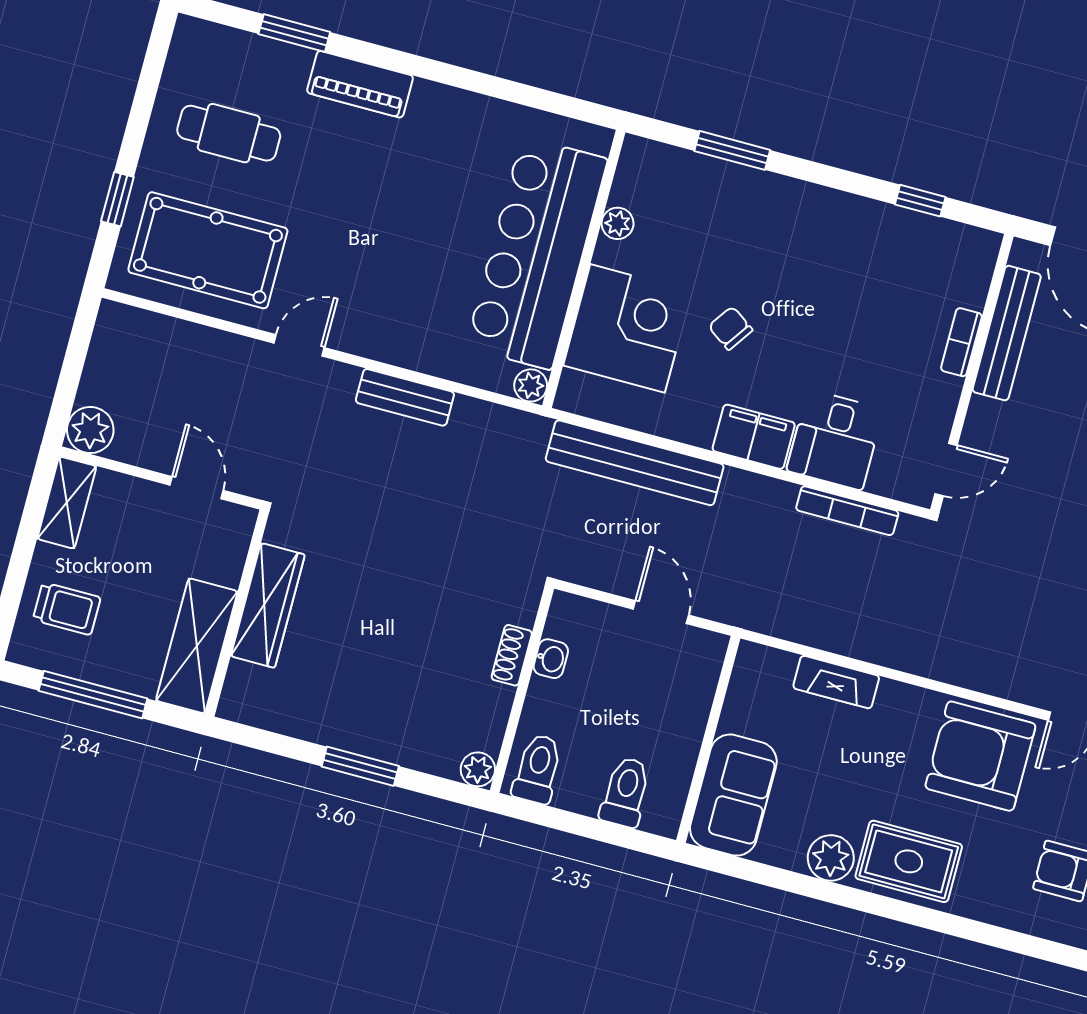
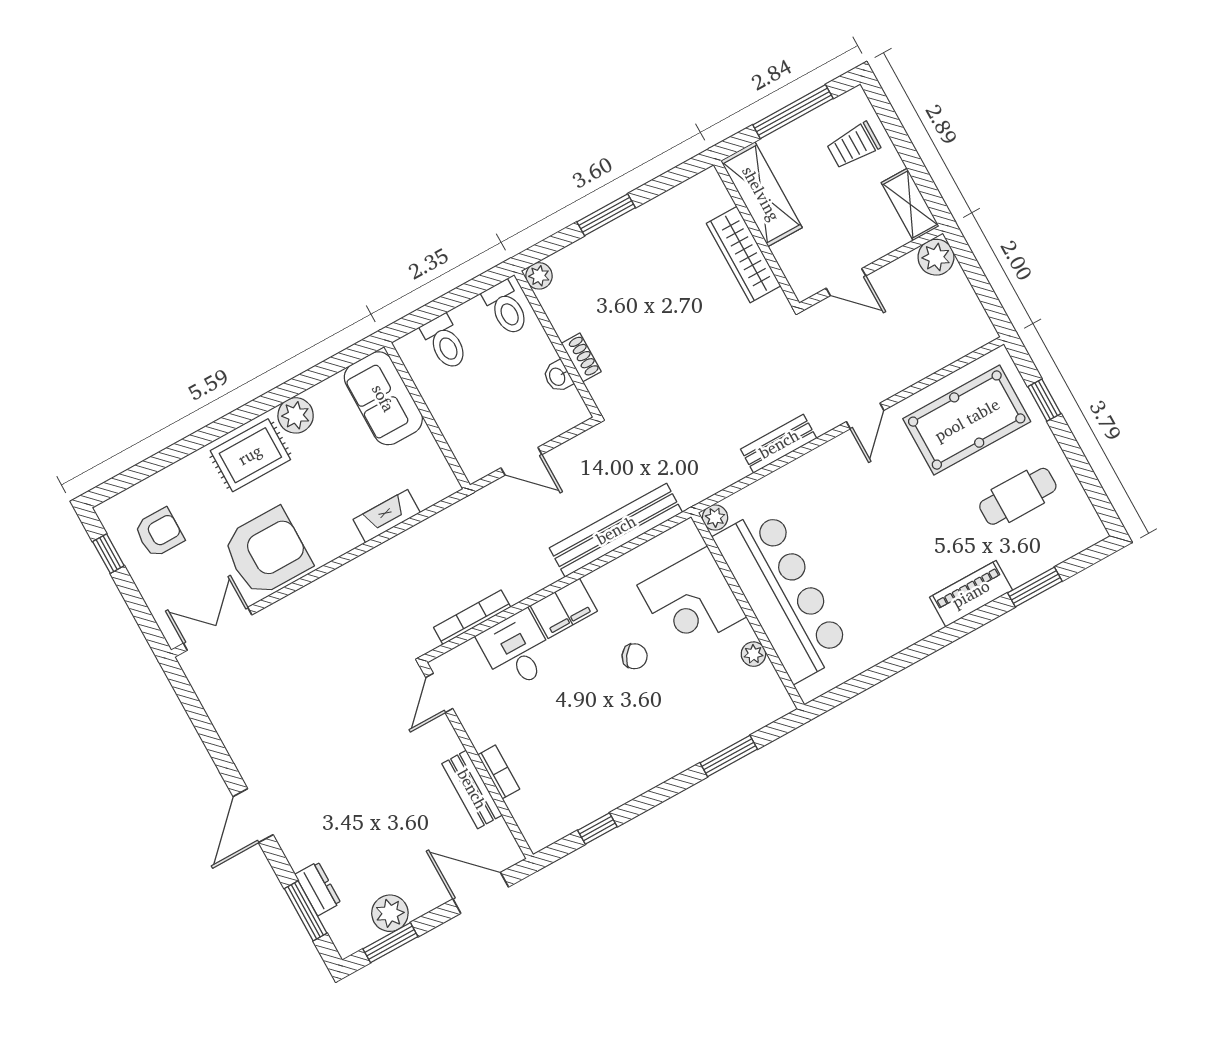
bench: (1007, 333) -> (472, 789), width x0.73

